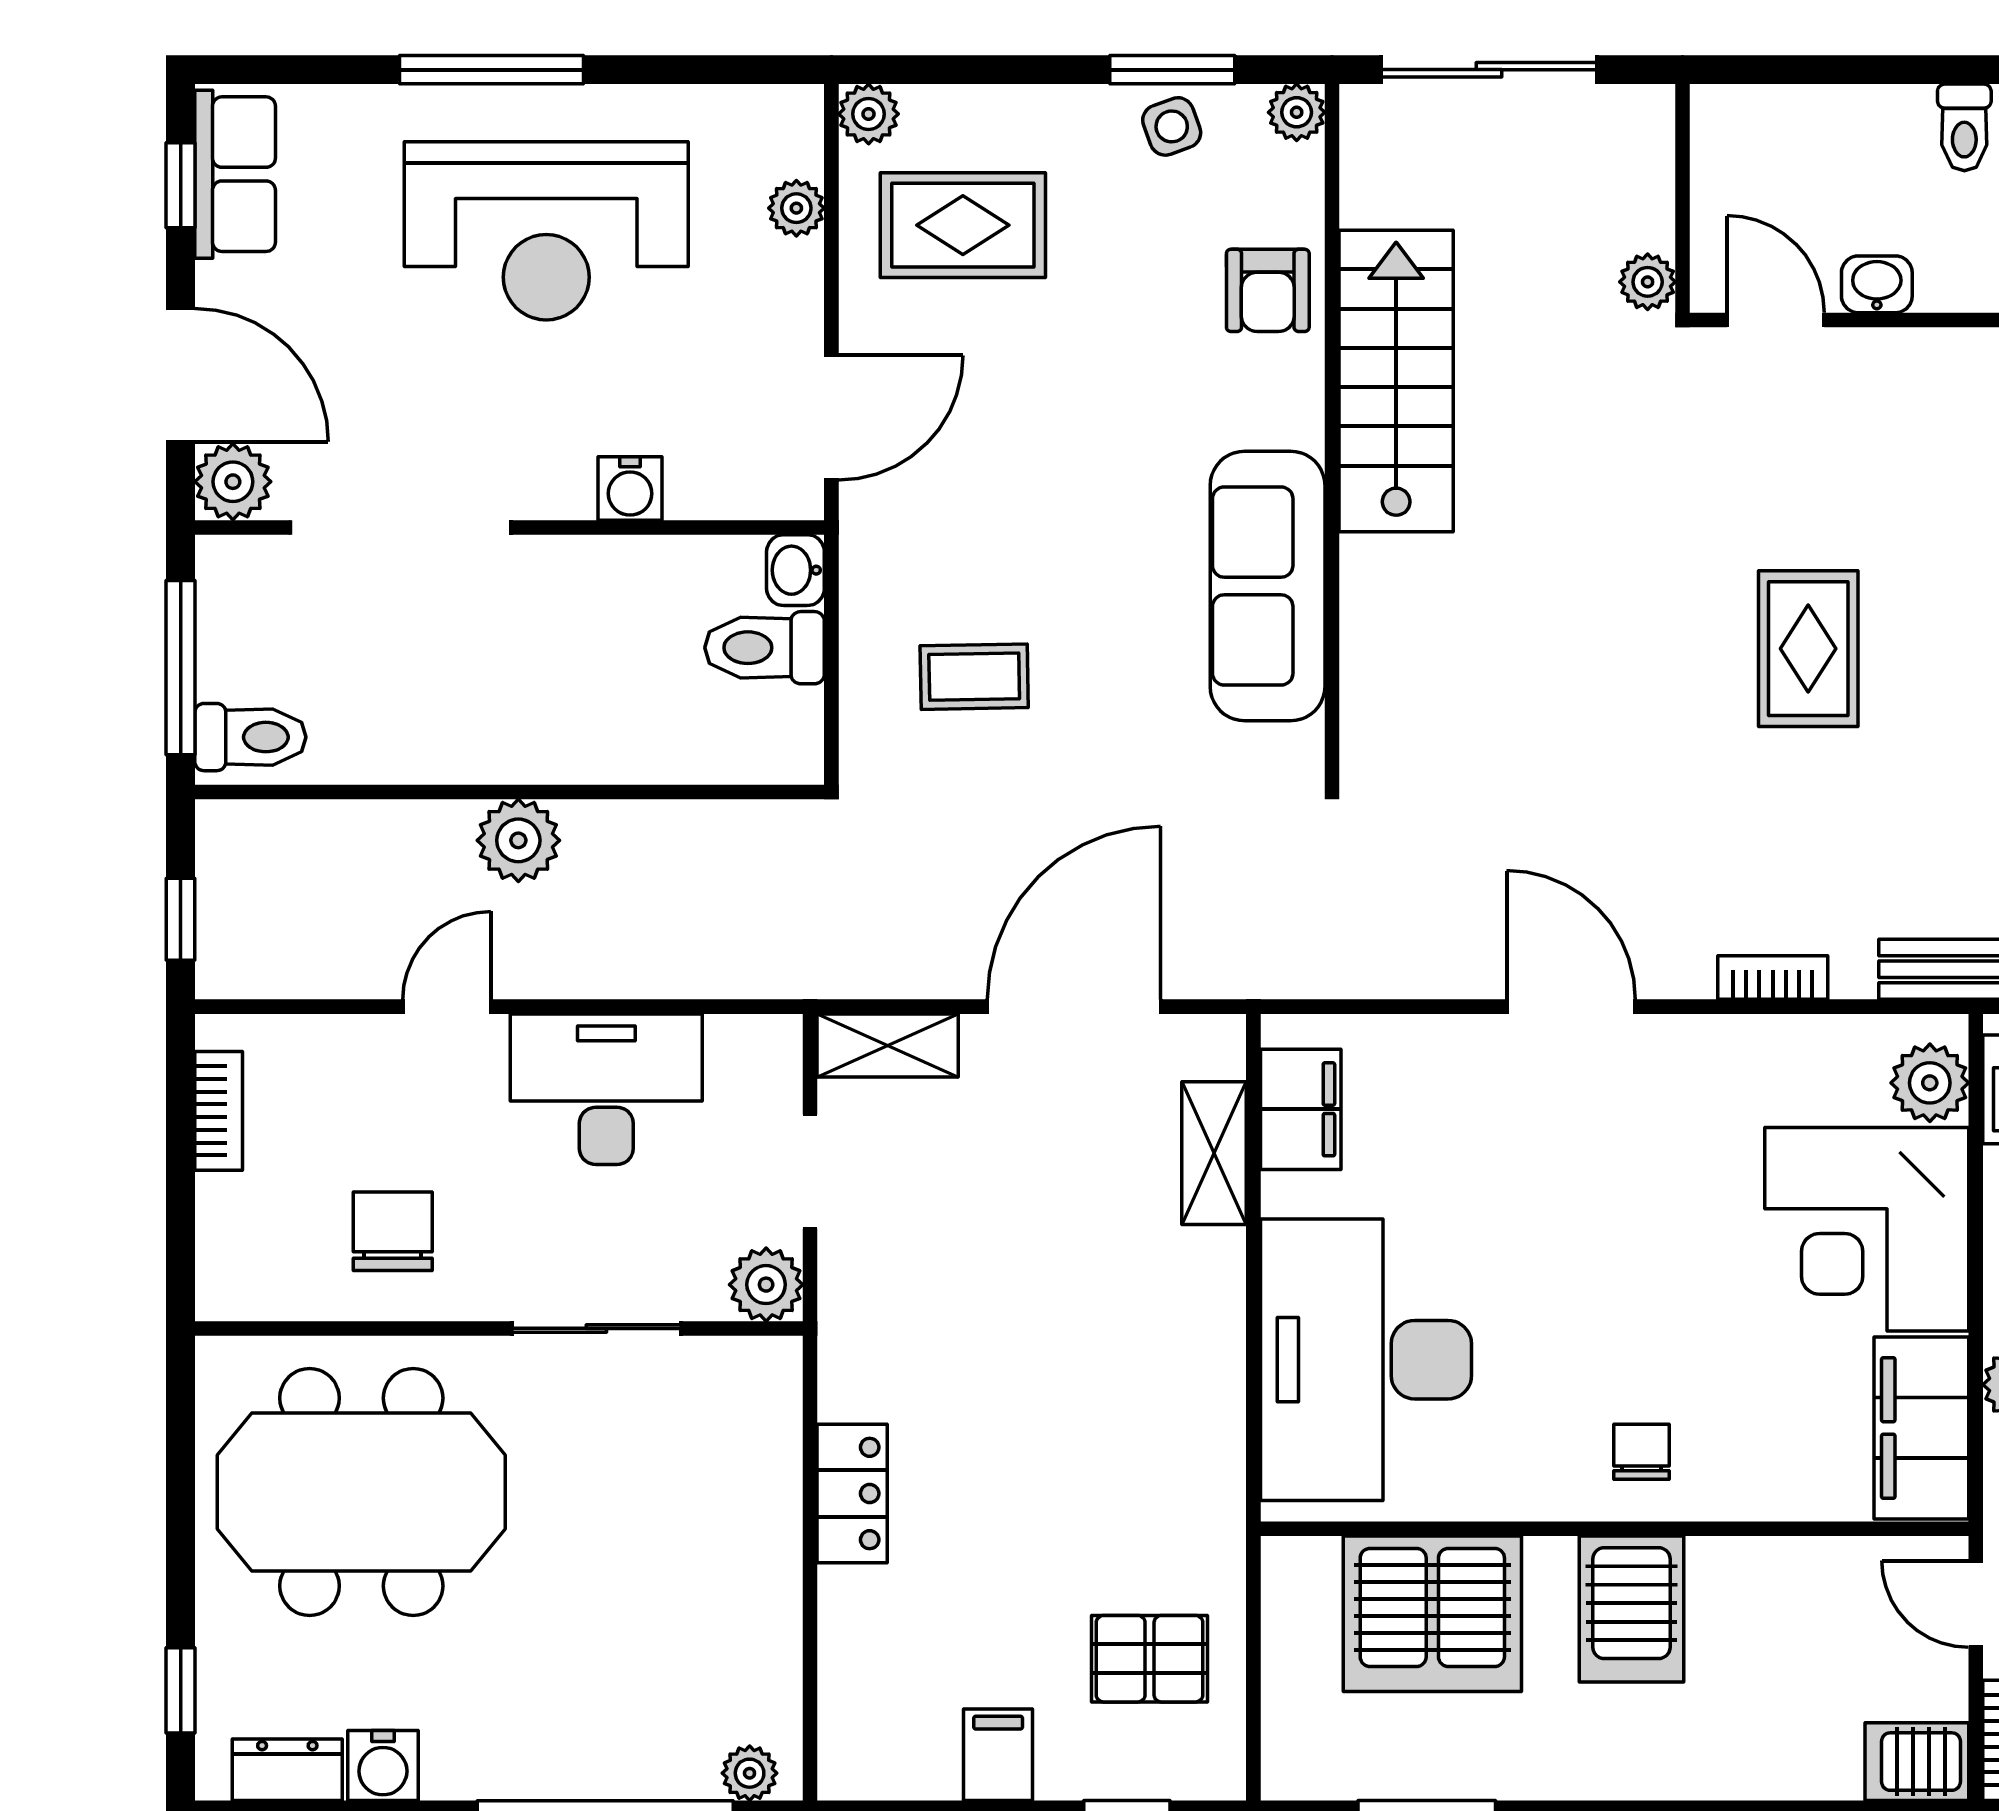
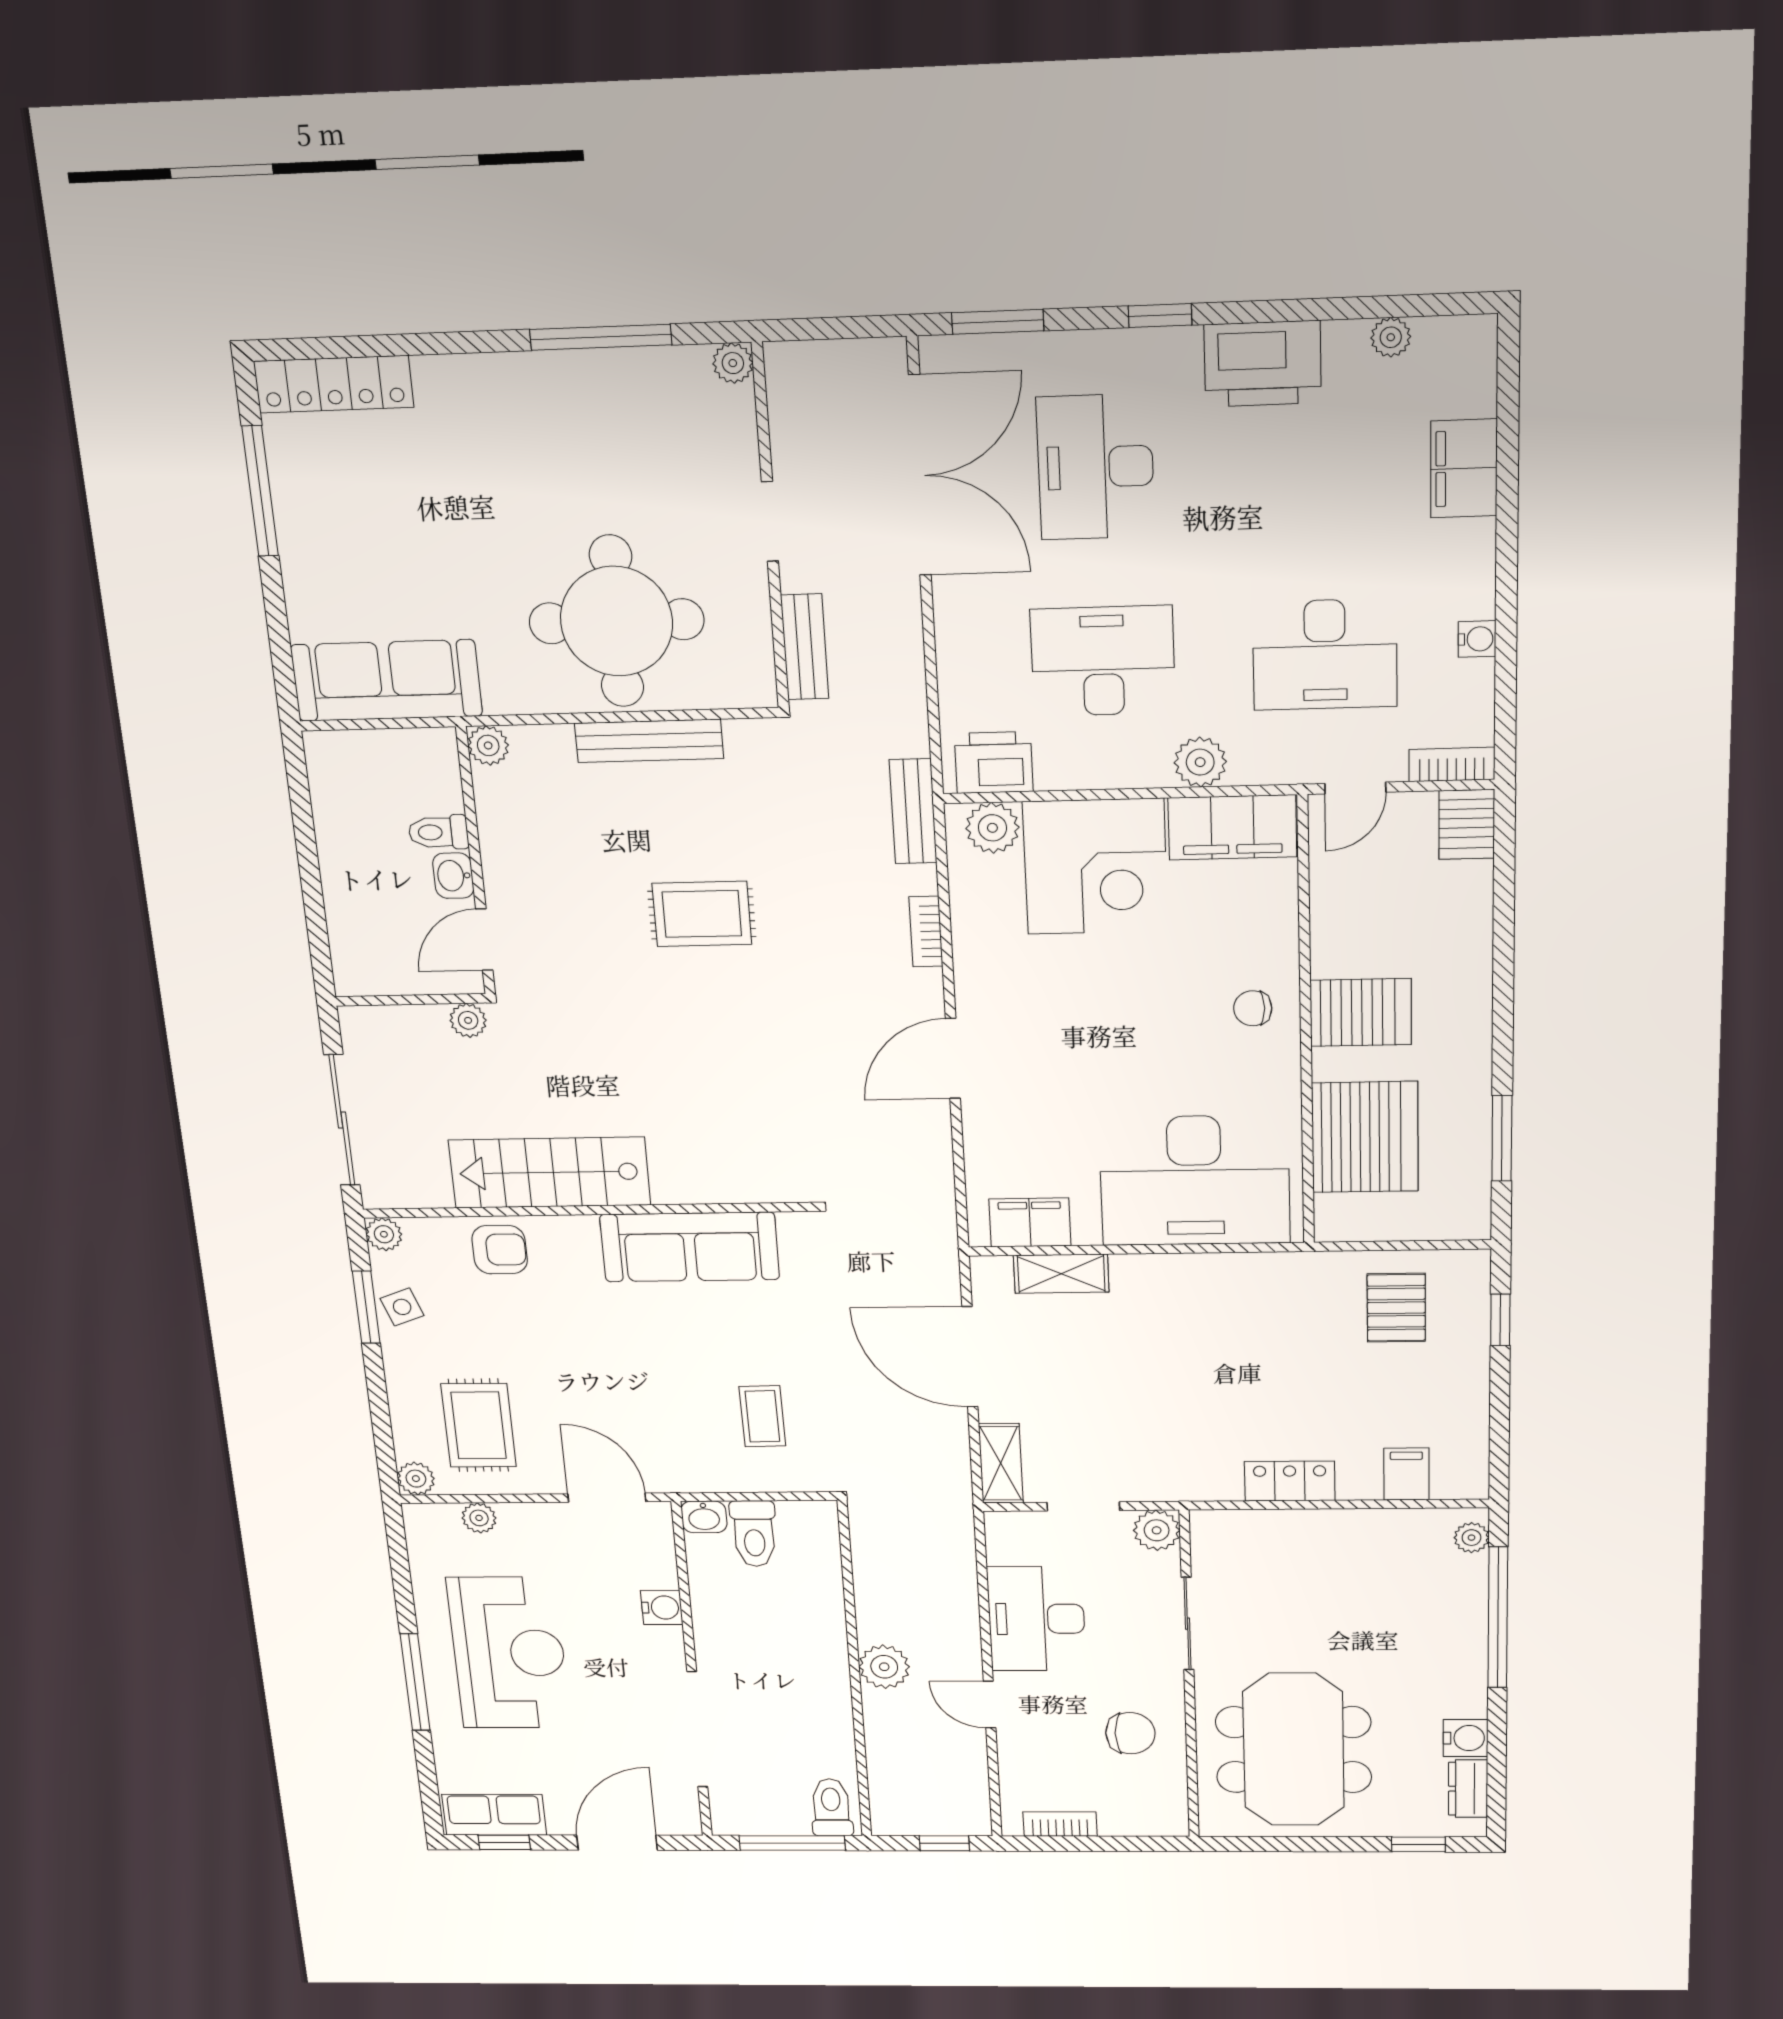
toilet: (1964, 127) -> (438, 832), moved, turned 180
plant: (233, 482) -> (678, 1816), removed
chair: (393, 1231) -> (1130, 1733), turned 180
filing cabinet: (998, 1755) -> (1406, 1474), moved, turned 90

